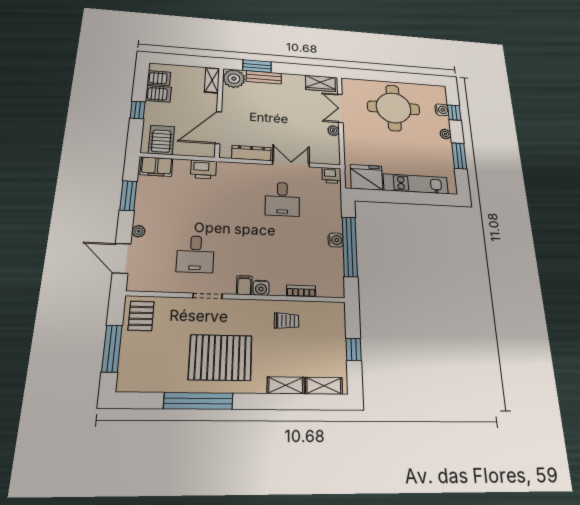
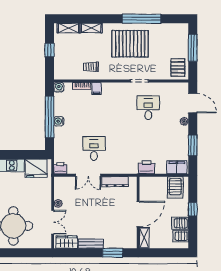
bench: (264, 77) -> (91, 244), moved
plant: (234, 79) -> (129, 241), removed
door: (218, 128) -> (138, 214), moved
filing cabinet: (244, 285) -> (96, 88), moved
water cooler: (261, 288) -> (59, 87), moved

